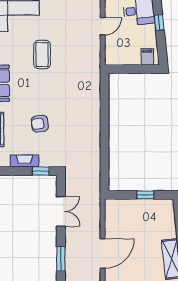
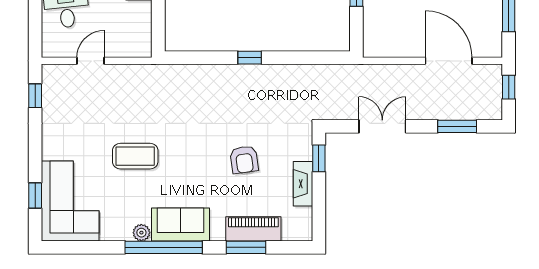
door: (103, 26) -> (90, 61), hinge flipped
window: (105, 127) -> (250, 58), added

